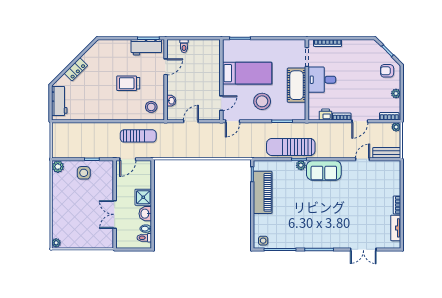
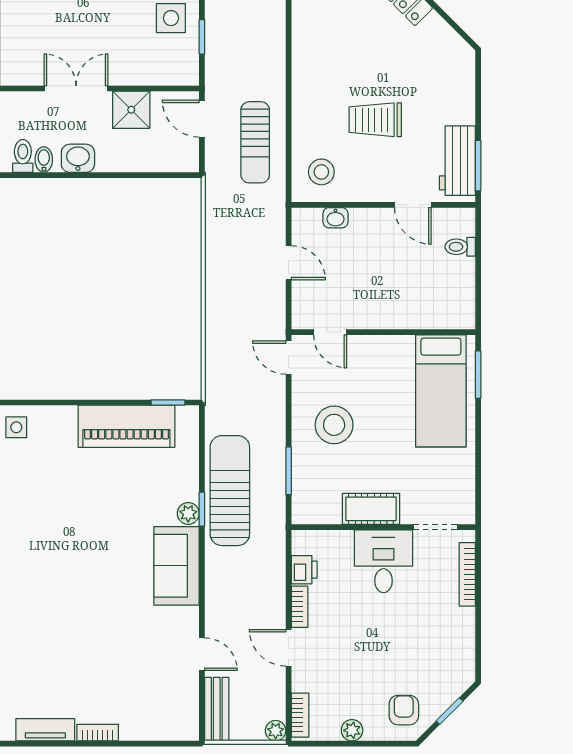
bed: (247, 73) -> (441, 391), moved
trolley: (128, 83) -> (375, 120), turned -90
cot: (297, 85) -> (371, 509), width x0.73, depth x0.75
shower: (143, 197) -> (131, 110), moved

